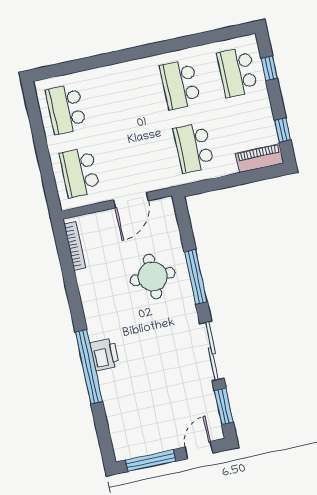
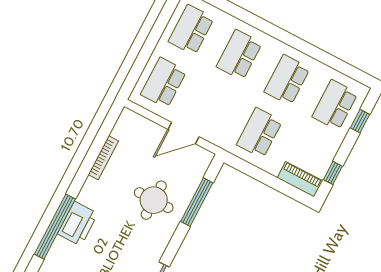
school desk: (123, 97) -> (239, 55), added
bookcase: (75, 246) -> (103, 158), moved
window: (196, 277) -> (197, 202), moved
printer: (105, 354) -> (78, 224), width x1.37, depth x1.19

